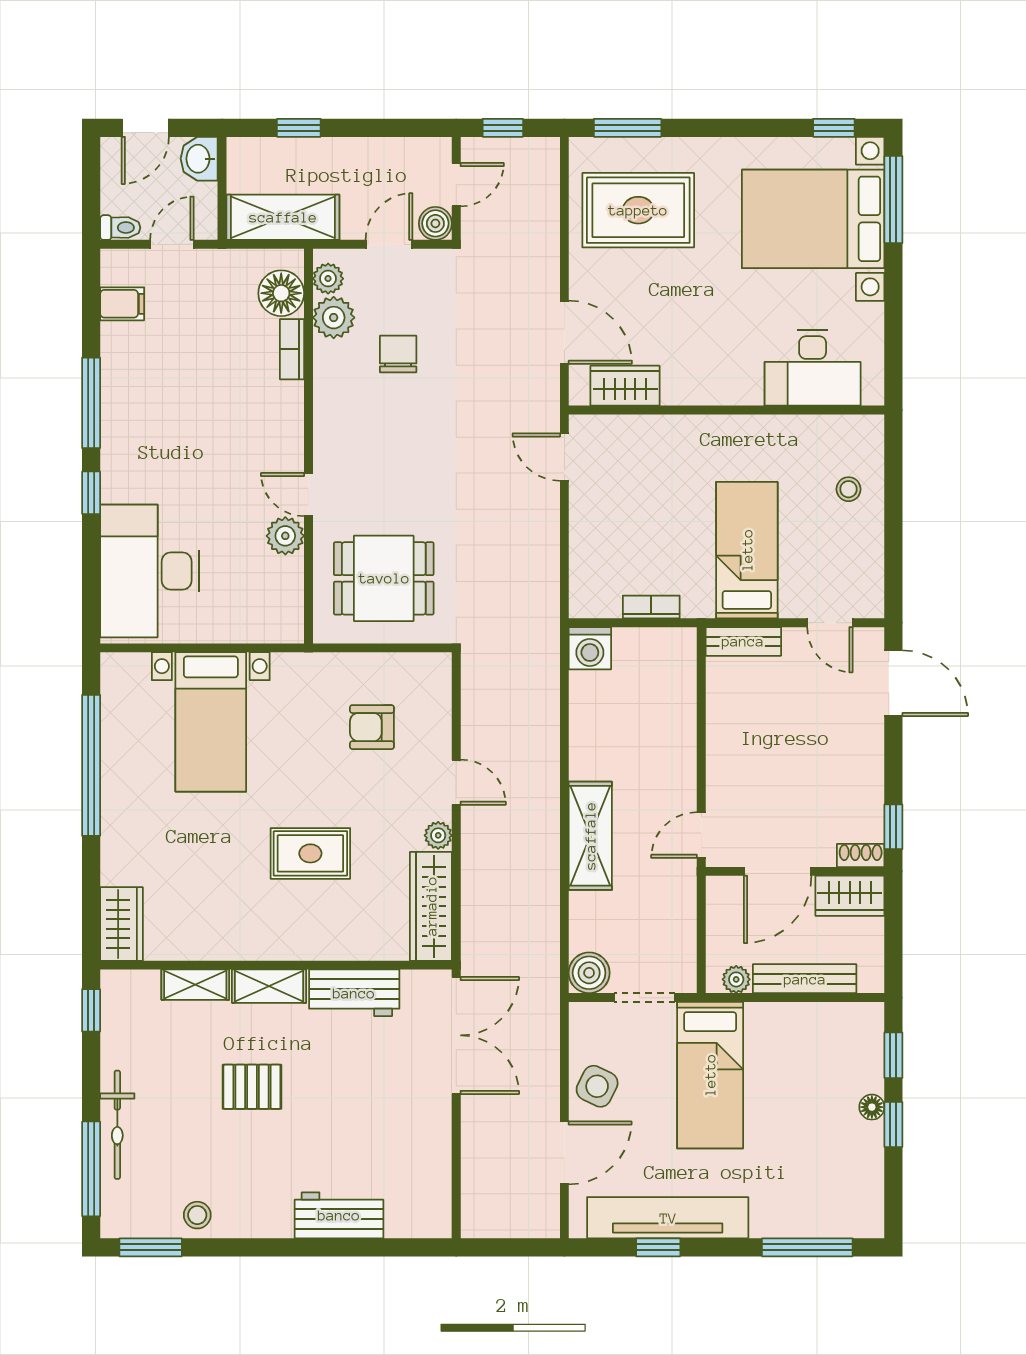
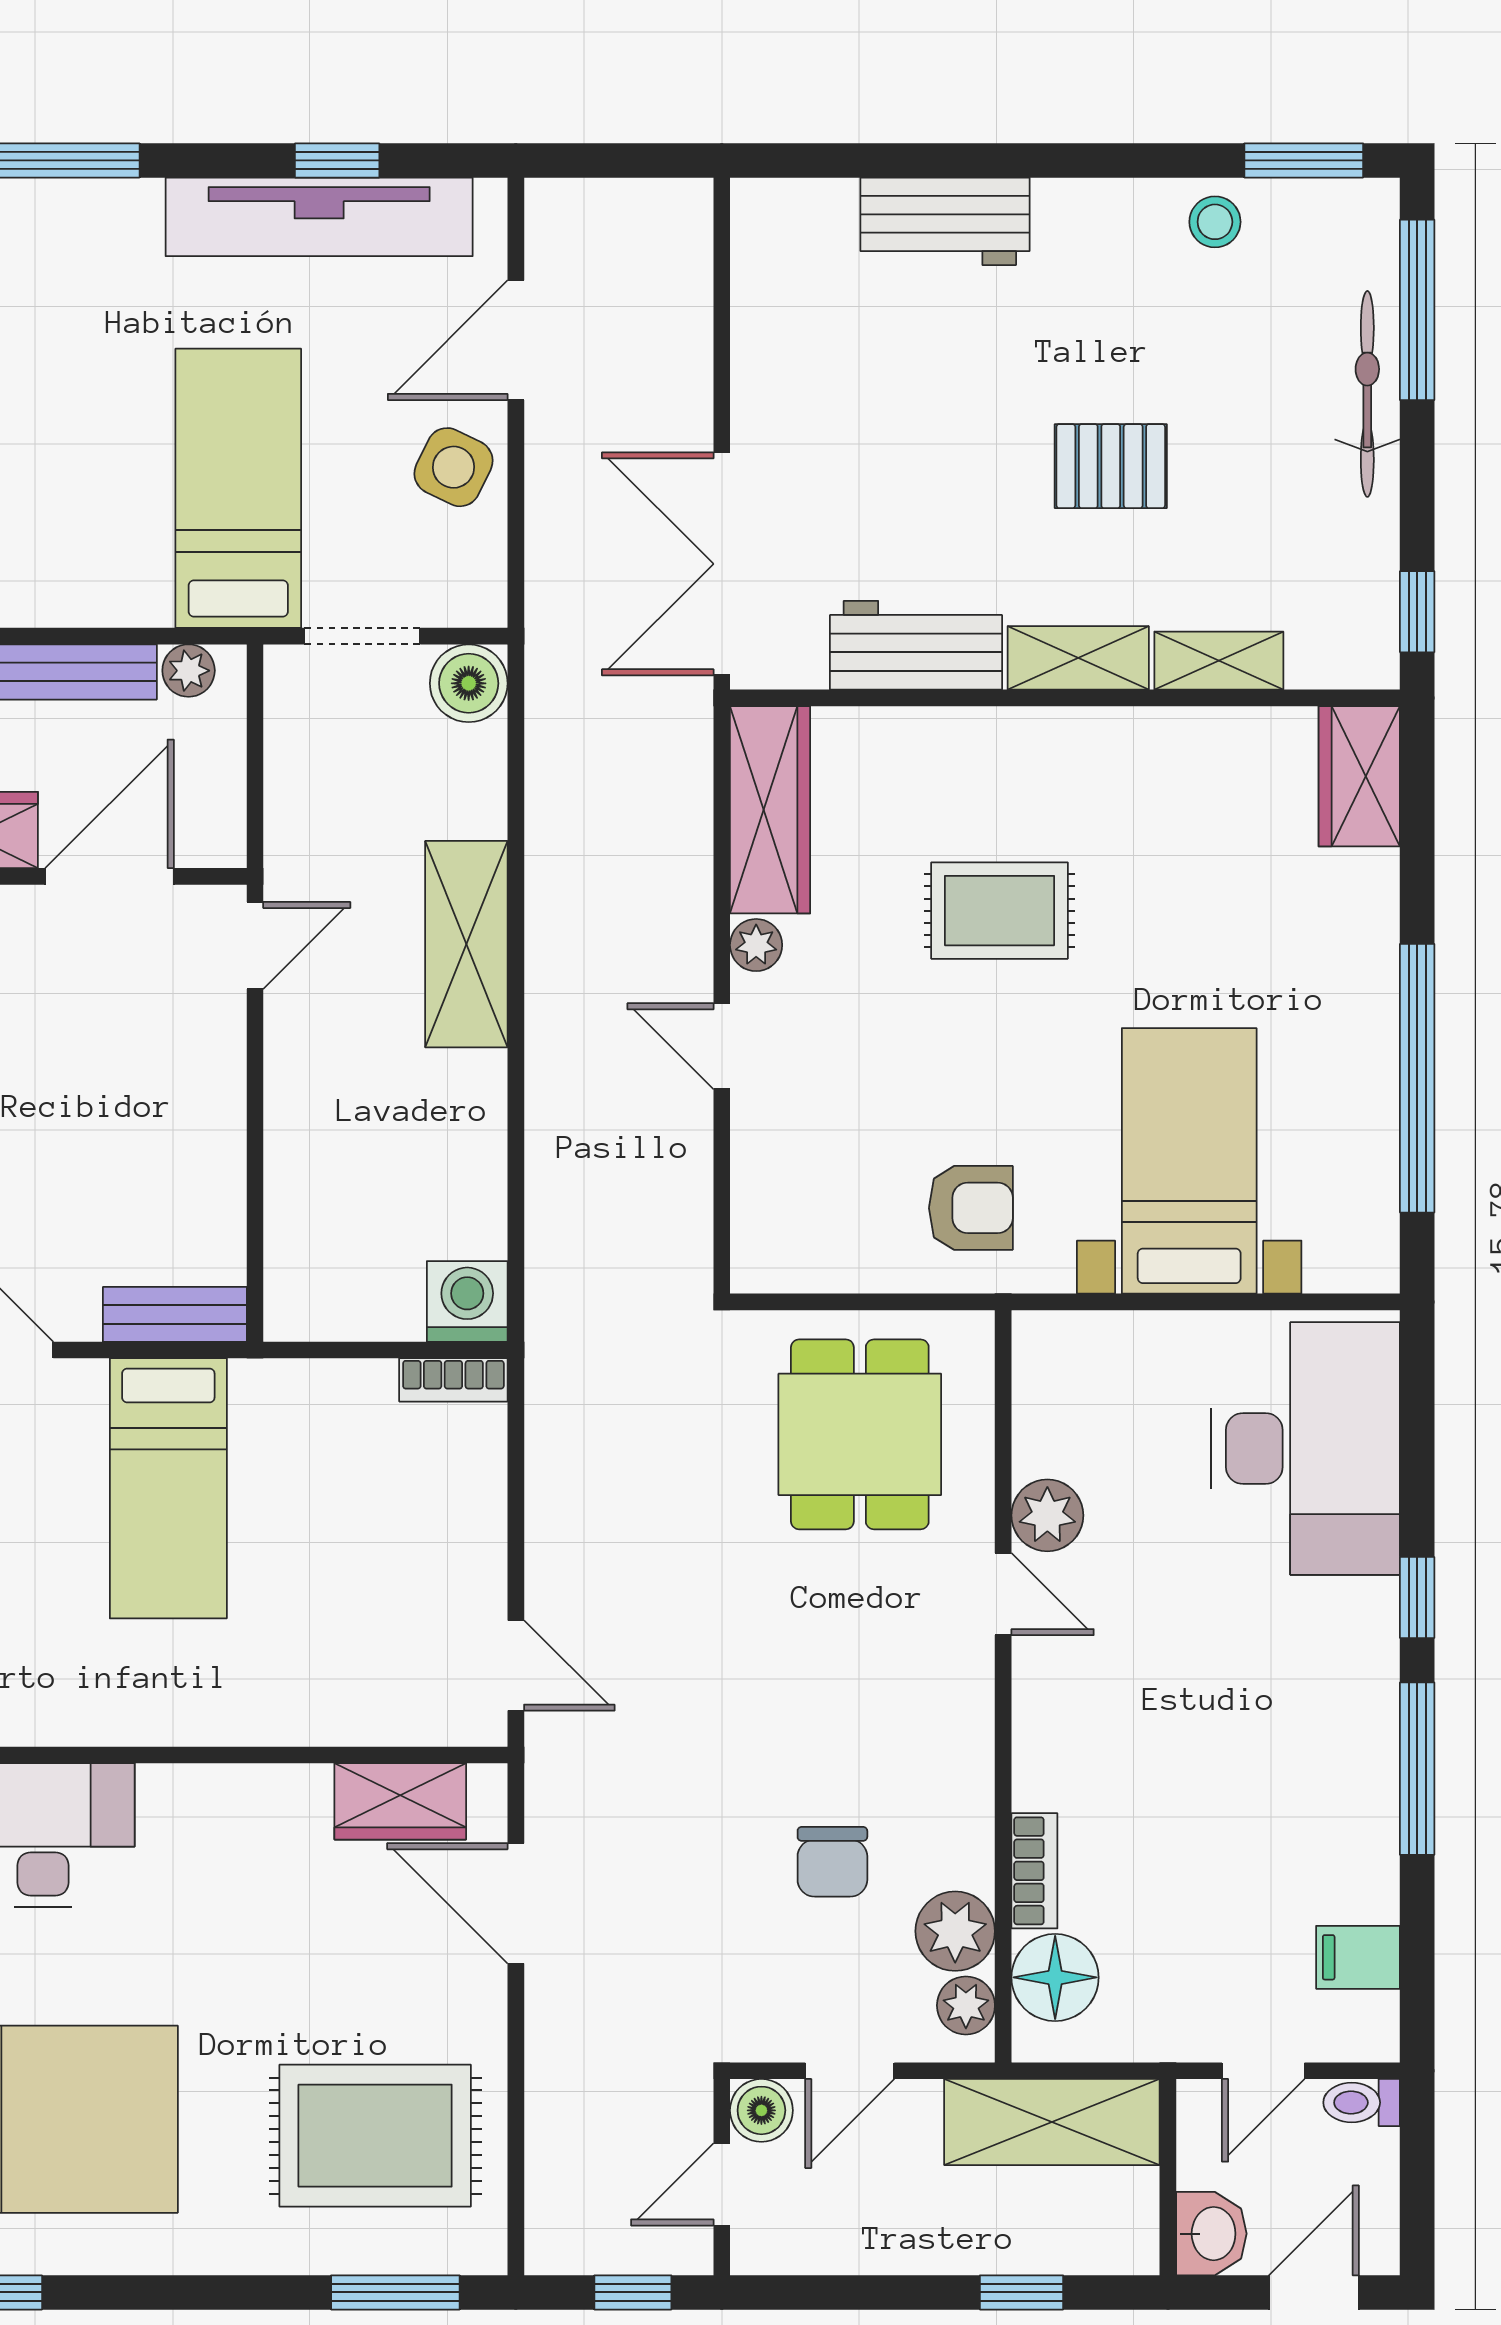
dining table: (384, 578) -> (860, 1434), turned 90
bookcase: (651, 607) -> (453, 1380), moved
armchair: (372, 727) -> (971, 1208), moved

